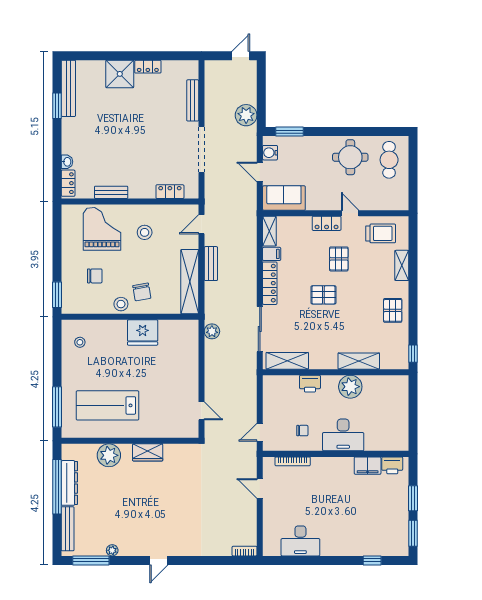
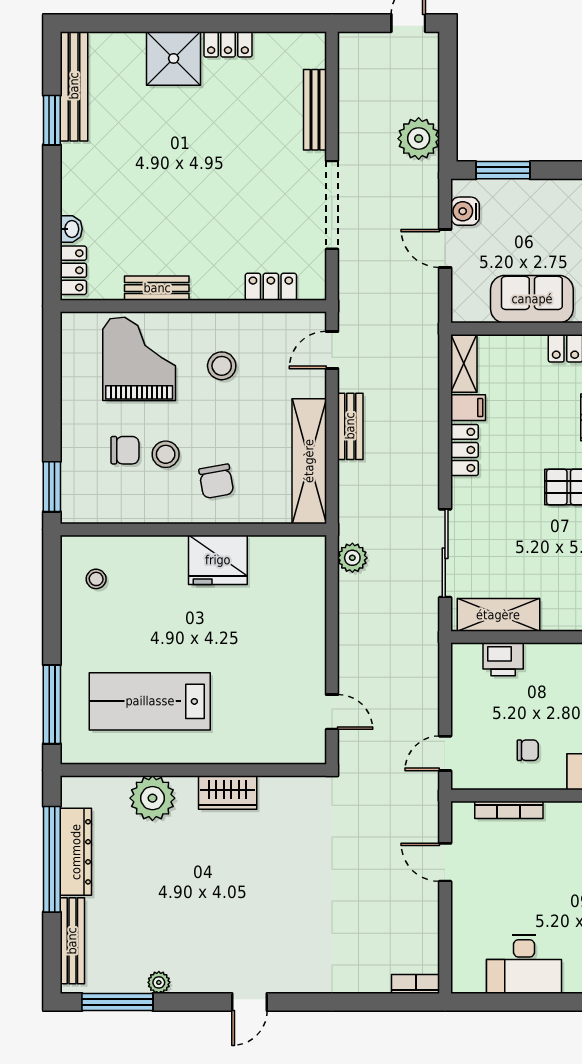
sofa: (284, 198) -> (532, 299), moved
locker: (270, 283) -> (465, 450), width x0.66
stool: (121, 304) -> (166, 454), moved
printer: (310, 384) -> (503, 659), moved

